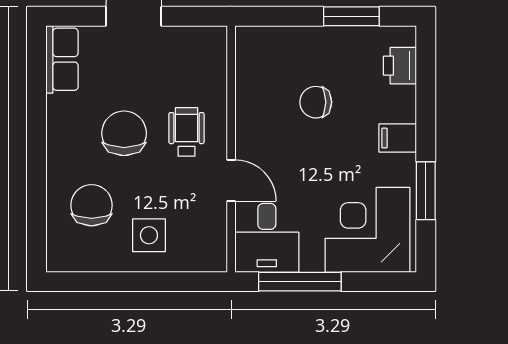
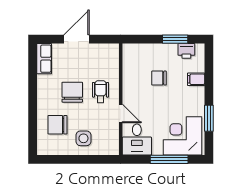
printer: (400, 66) -> (186, 51), moved, turned -90
filing cabinet: (398, 138) -> (196, 79), moved
chair: (92, 205) -> (58, 125), turned -90
window: (300, 282) -> (169, 159), moved

